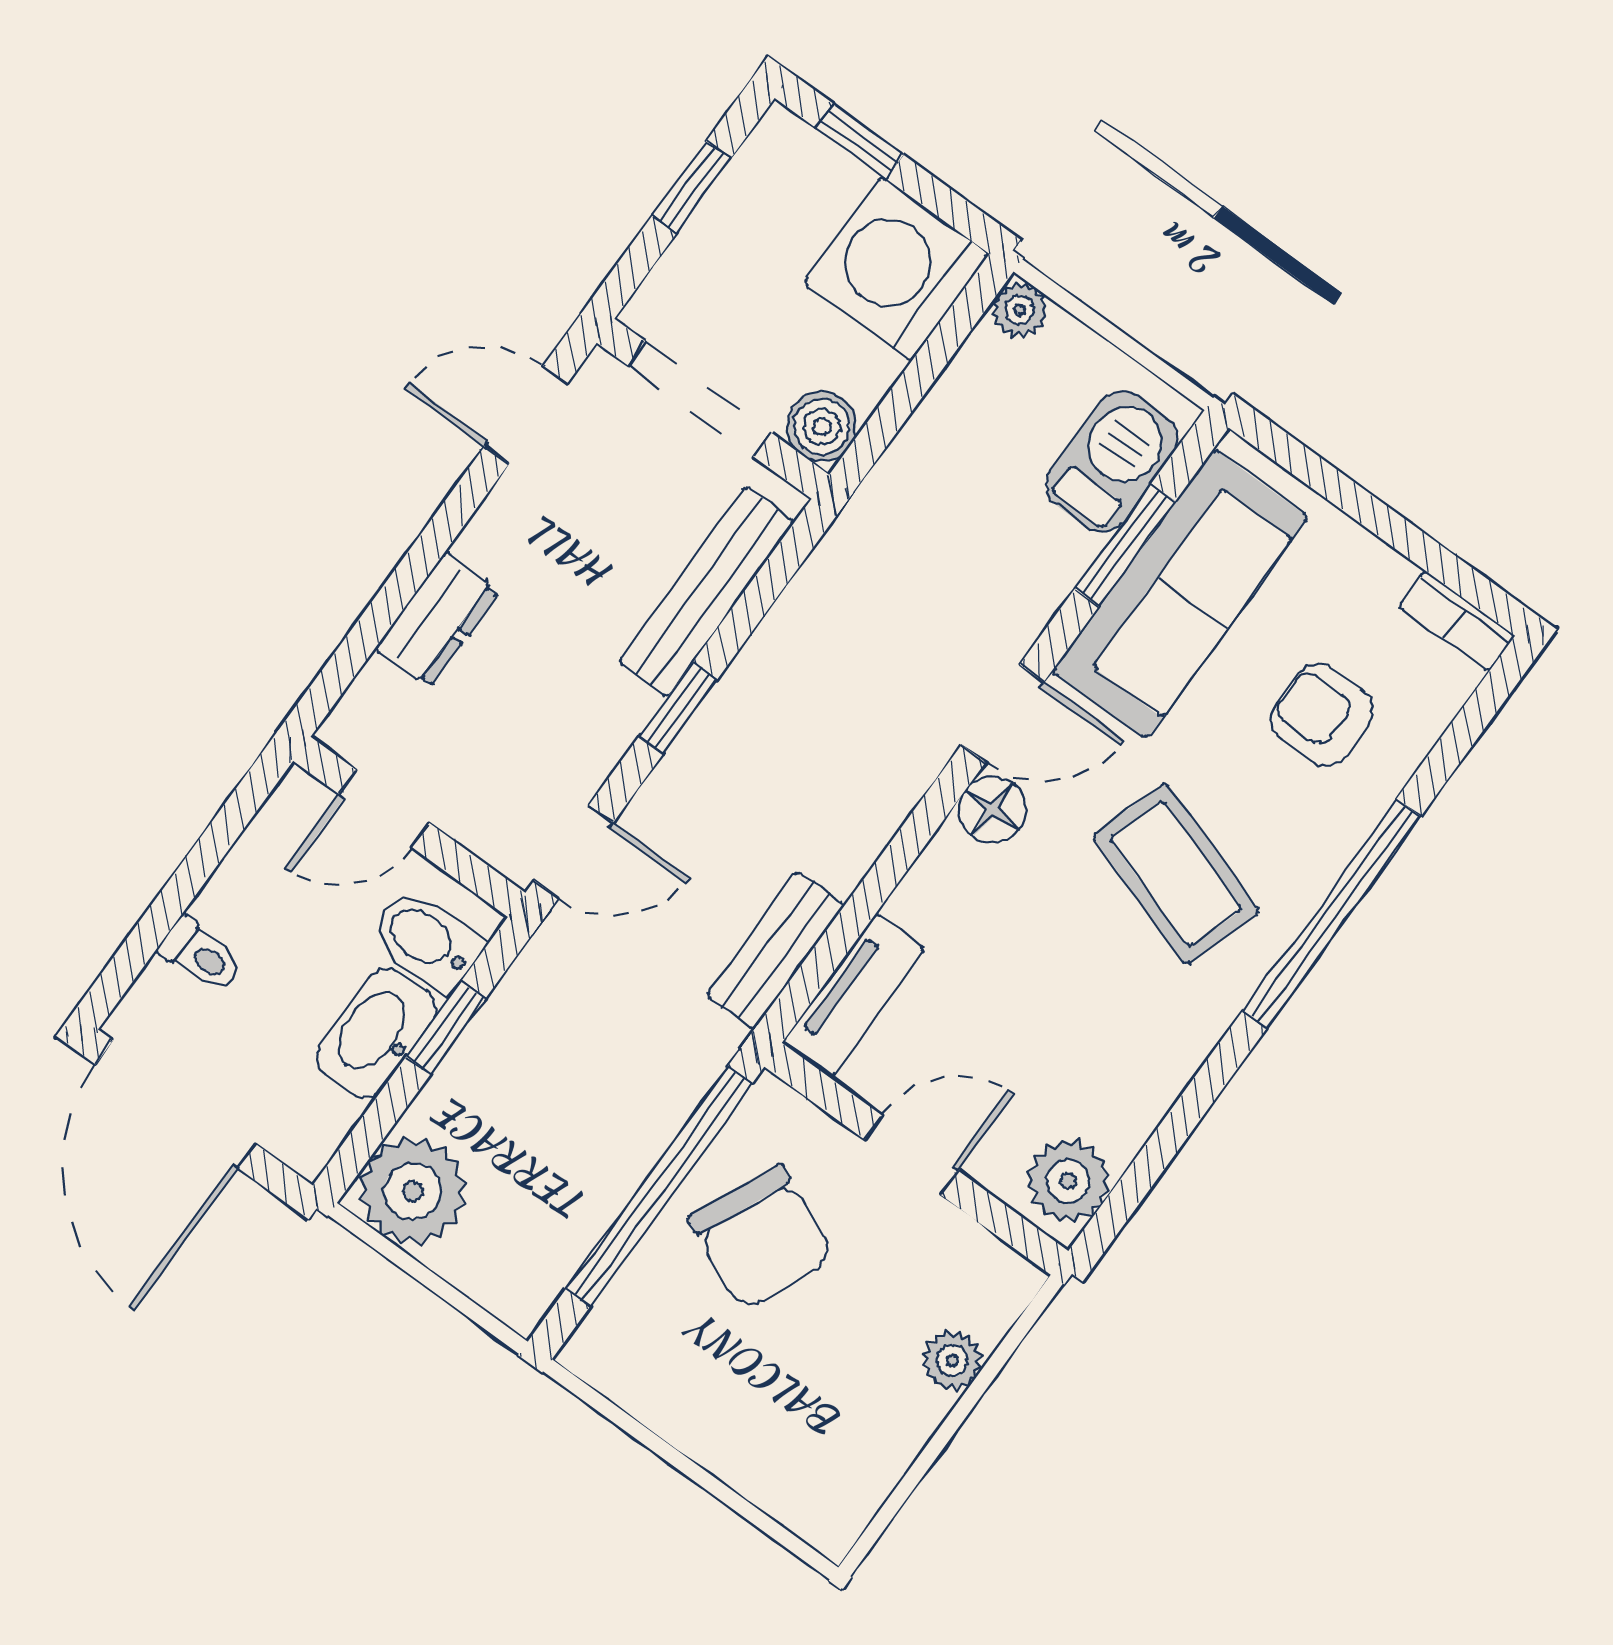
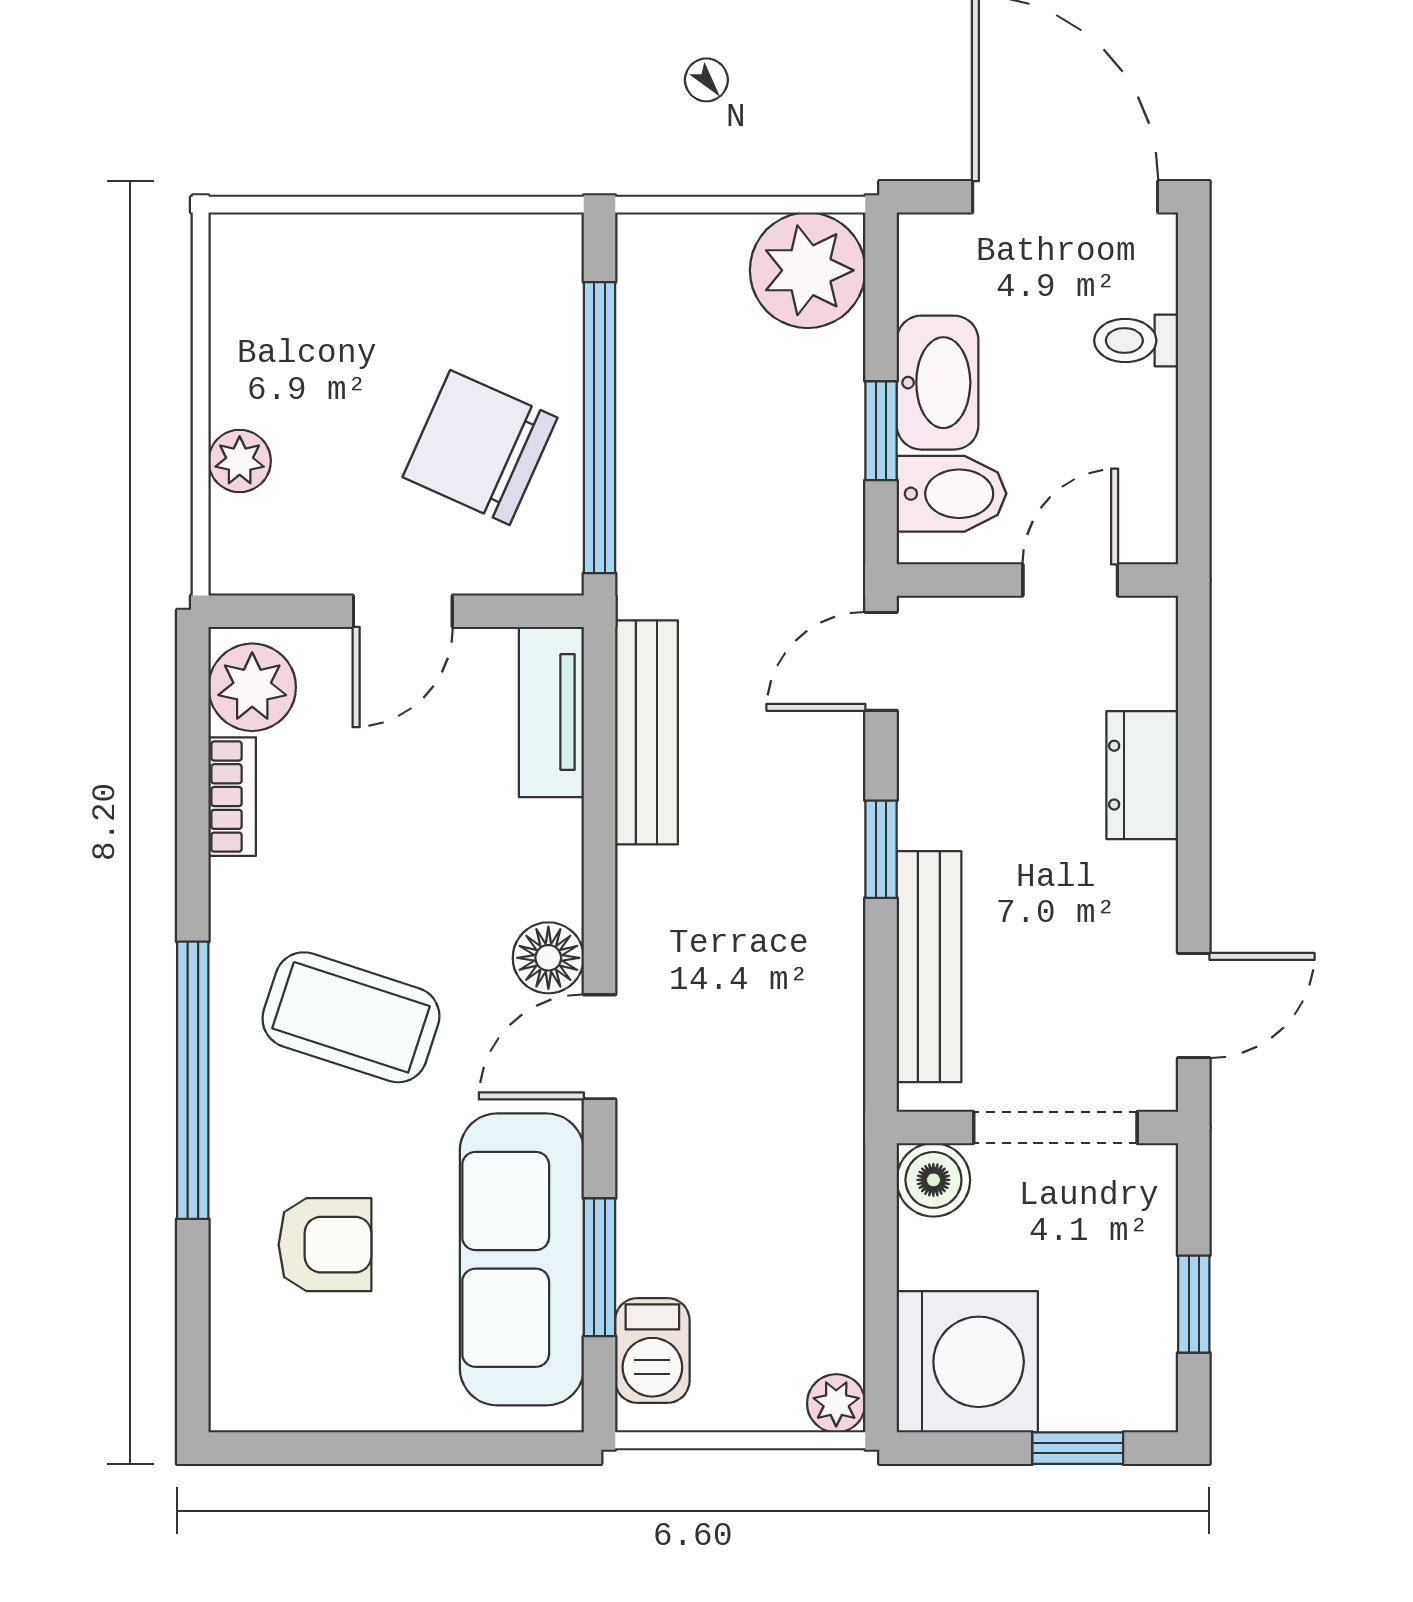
barbecue: (1112, 462) -> (652, 1350), width x0.73, depth x0.79
bookcase: (1457, 621) -> (232, 797), moved, turned 90
bench: (776, 950) -> (646, 732), width x1.36

